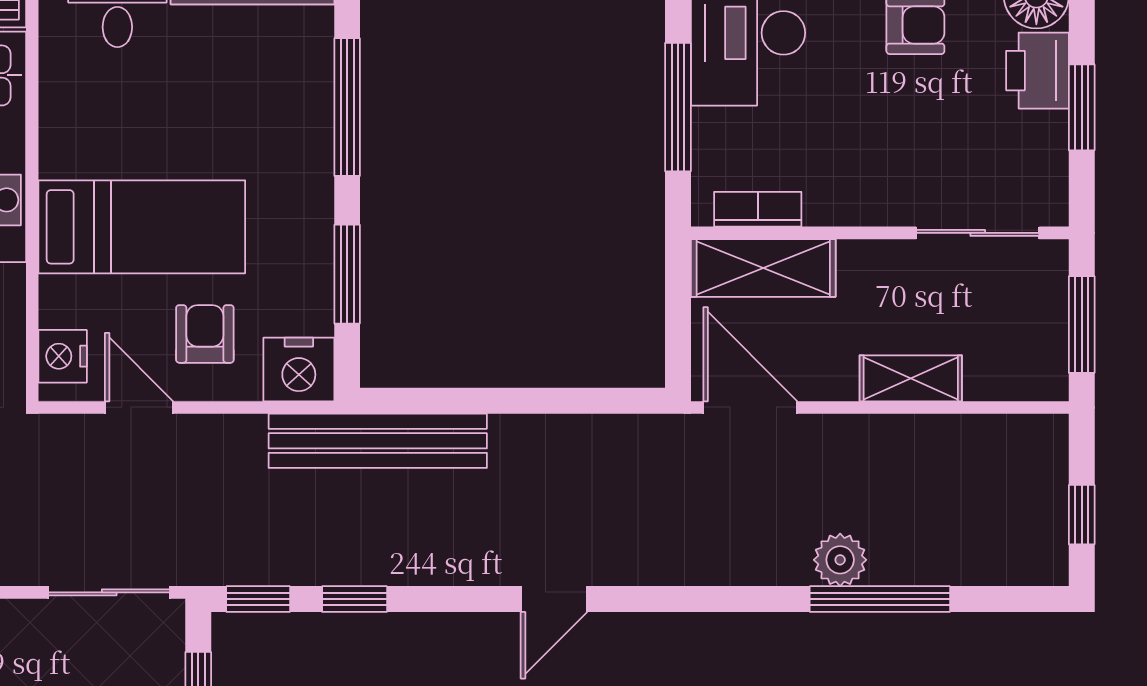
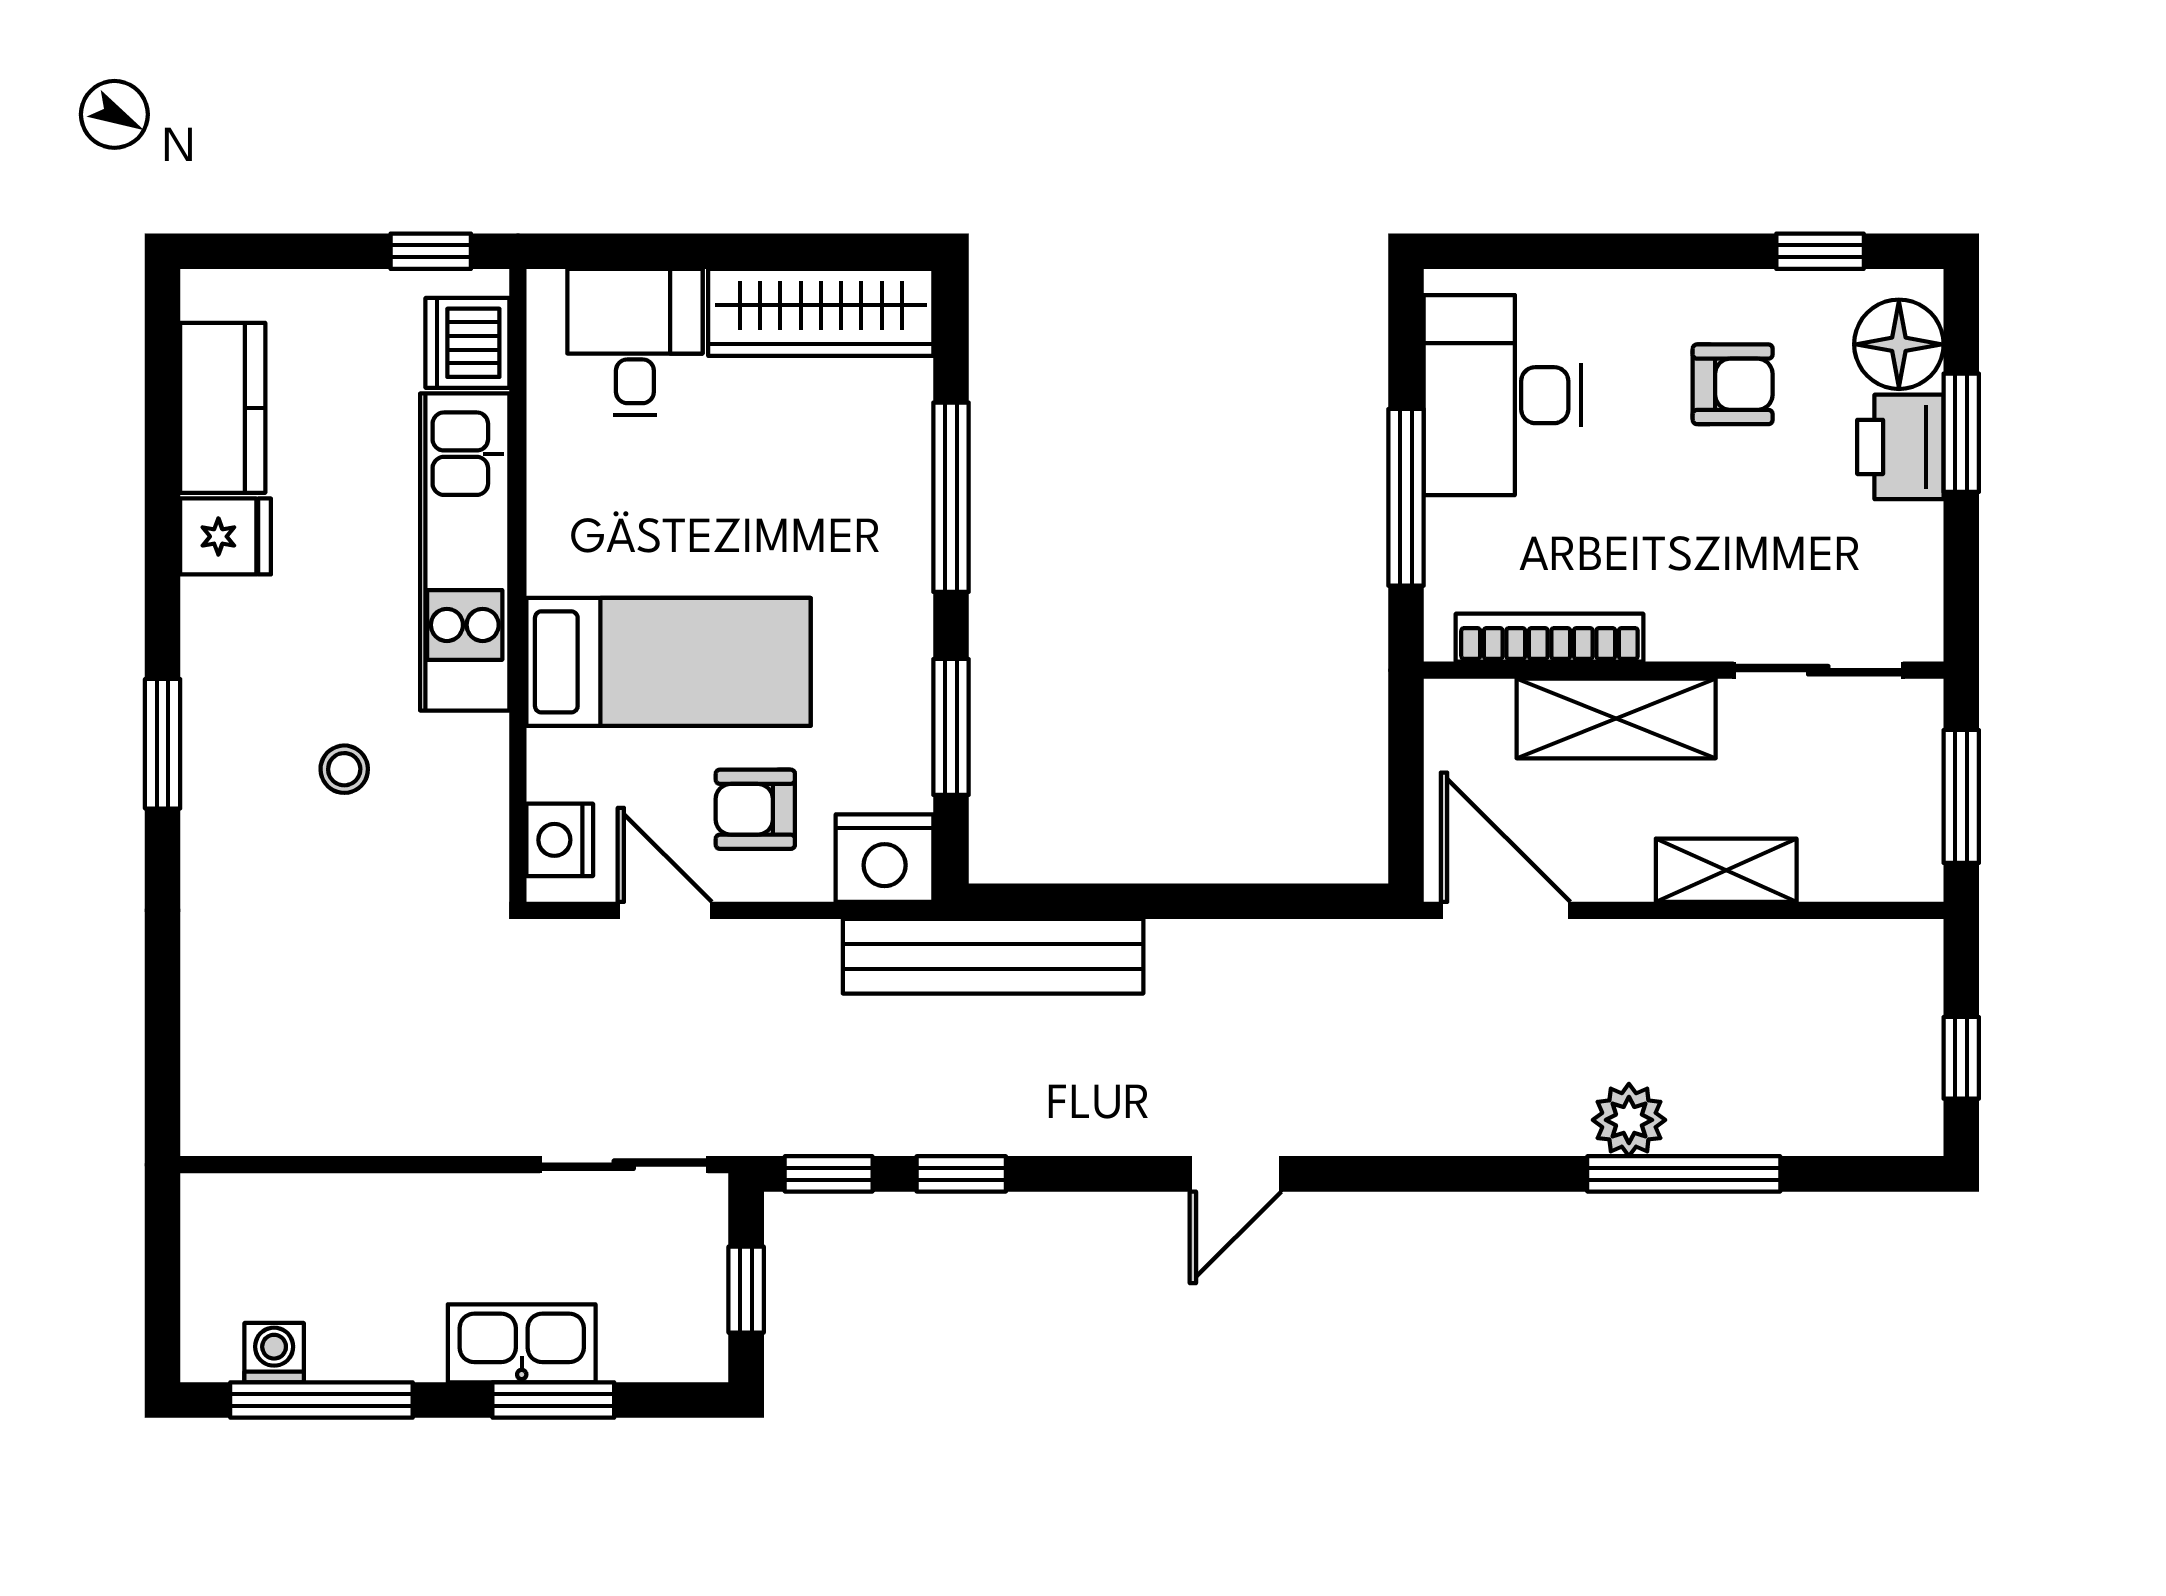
window: (1082, 107) -> (1961, 433), moved
bookcase: (758, 209) -> (1549, 638), width x1.56
shelving: (763, 268) -> (1616, 718), moved
armchair: (205, 334) -> (755, 809), turned -90

